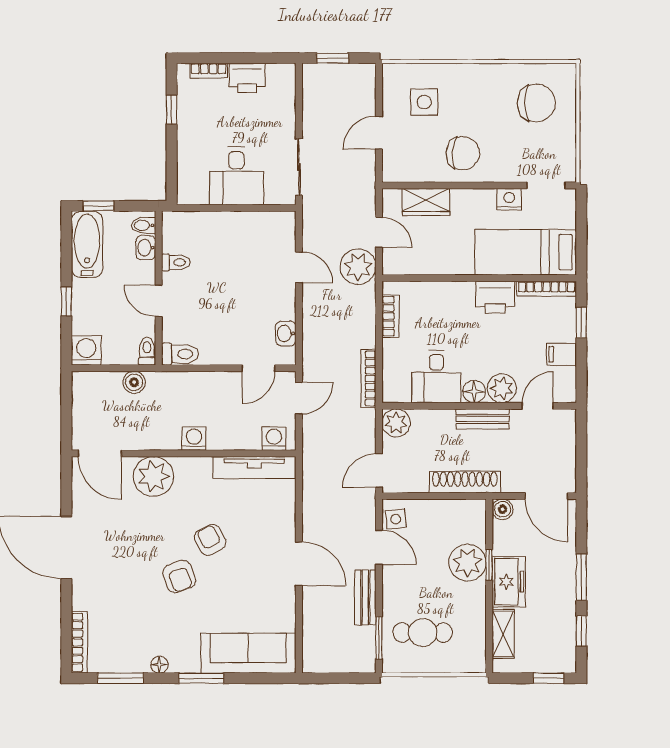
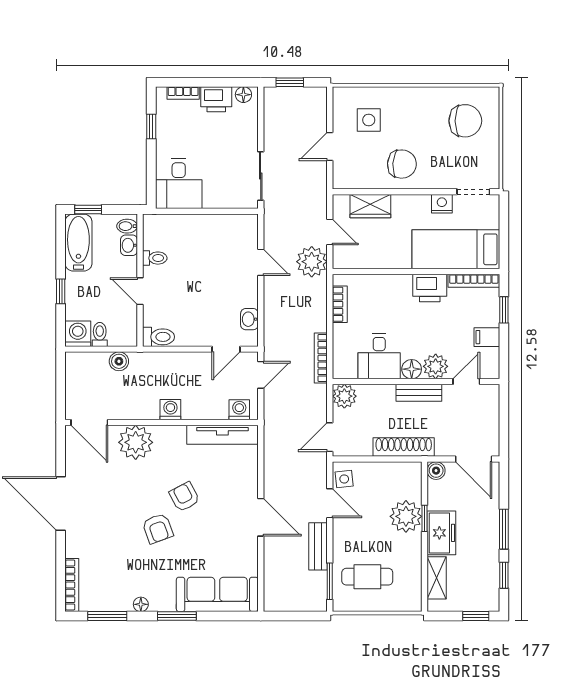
floor lamp: (279, 73) -> (243, 95), added
desk: (236, 176) -> (179, 184), moved
toilet: (147, 351) -> (100, 334), moved

